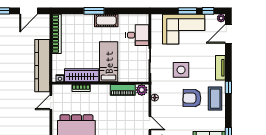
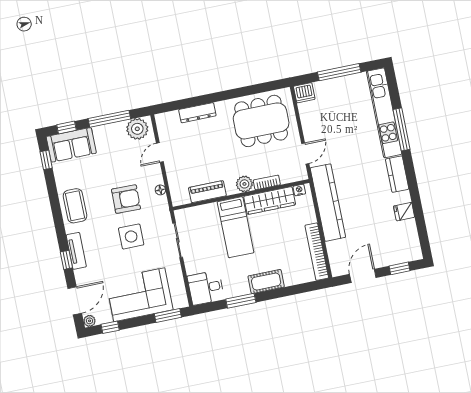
window: (94, 11) -> (241, 301), moved
window: (187, 11) -> (168, 316), moved
cot: (106, 20) -> (266, 282), moved
desk: (137, 35) -> (206, 288), moved
window: (228, 87) -> (66, 260), moved
plant: (142, 90) -> (244, 184), moved
armchair: (192, 98) -> (126, 199), moved
door: (150, 123) -> (160, 152), hinge flipped

